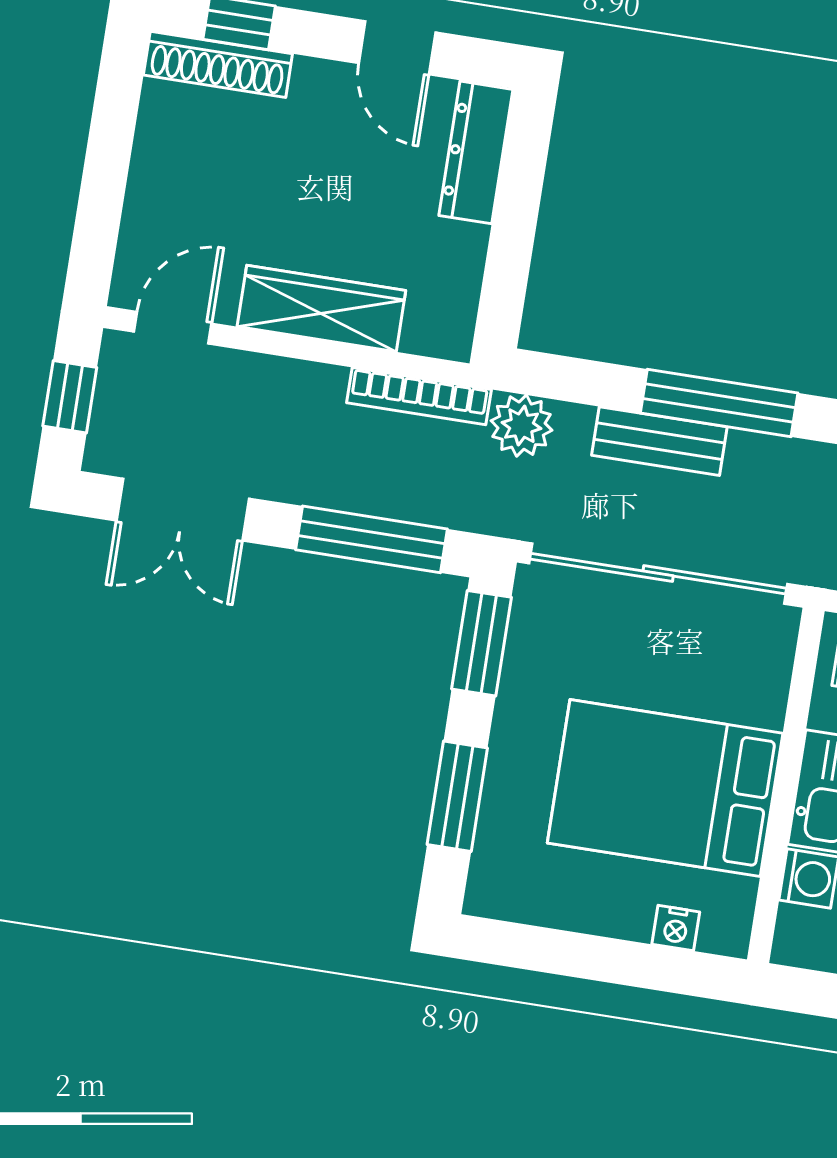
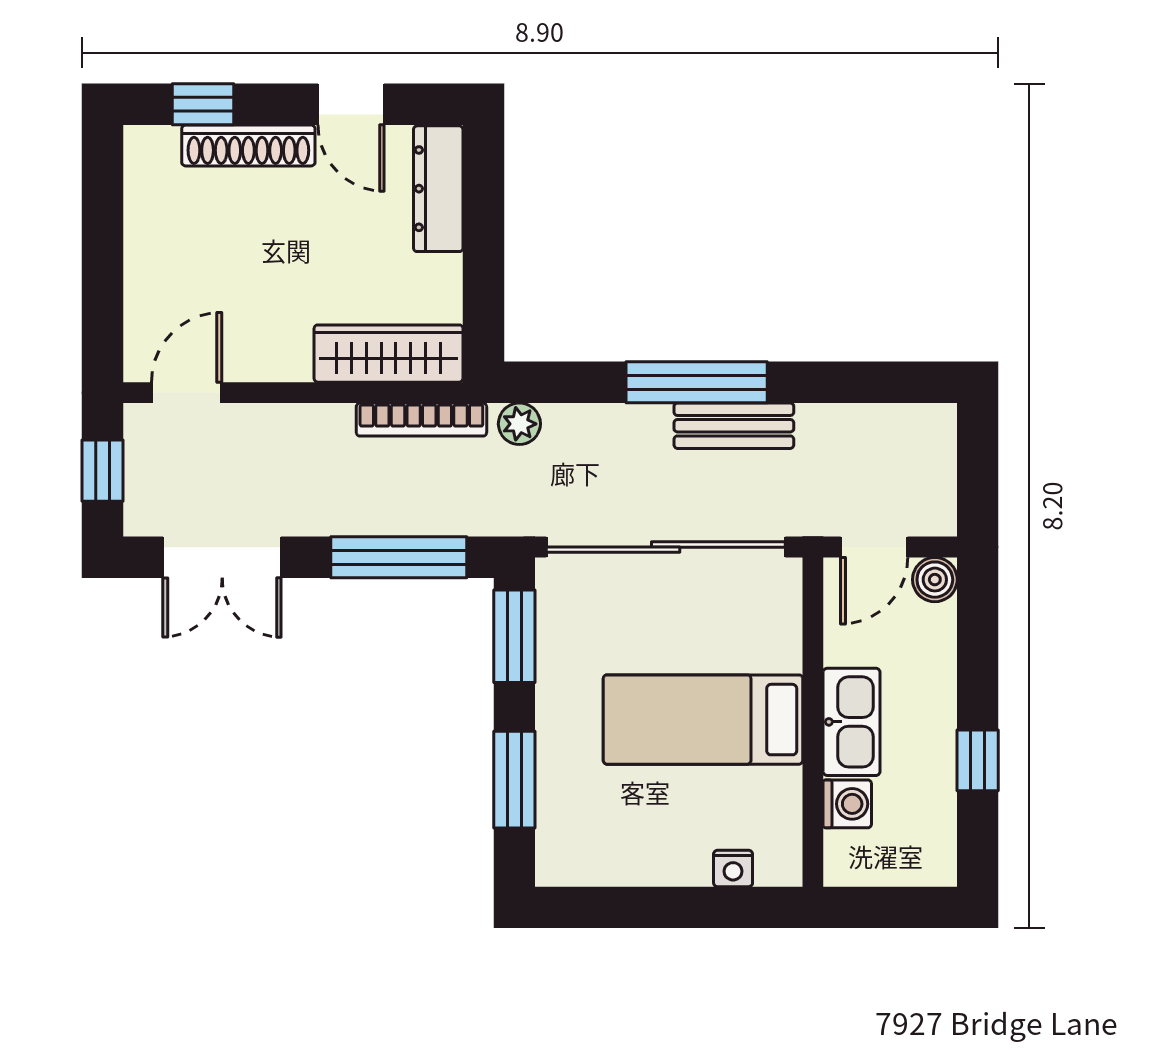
shoe rack: (218, 64) -> (248, 145), moved
wardrobe: (321, 308) -> (389, 354), moved
plant: (522, 426) -> (519, 424), width x0.73, depth x0.73
bench: (659, 441) -> (734, 426), moved
bed: (665, 788) -> (703, 720), width x0.67

